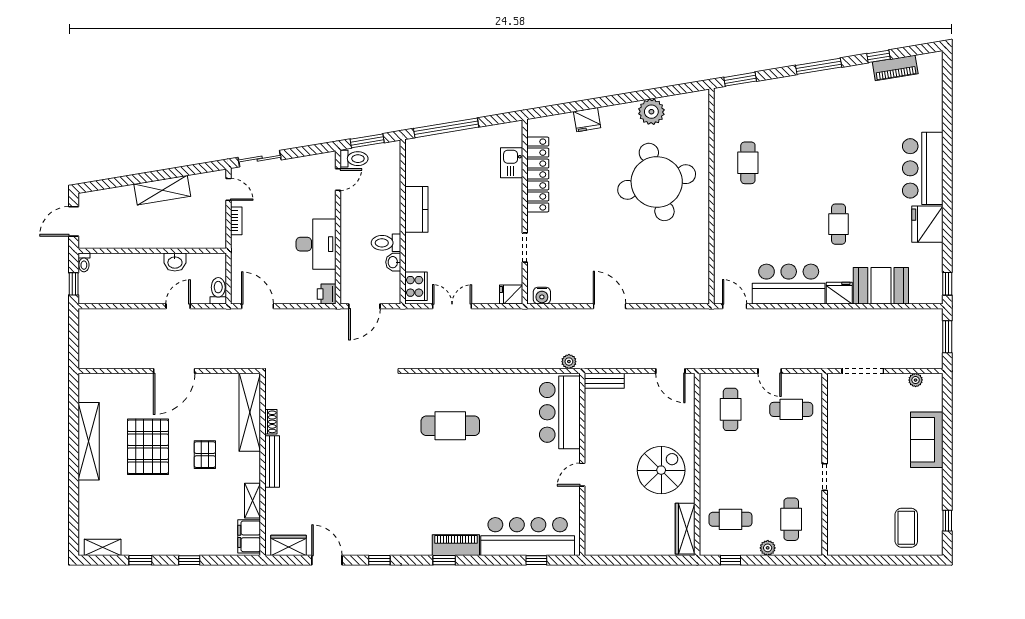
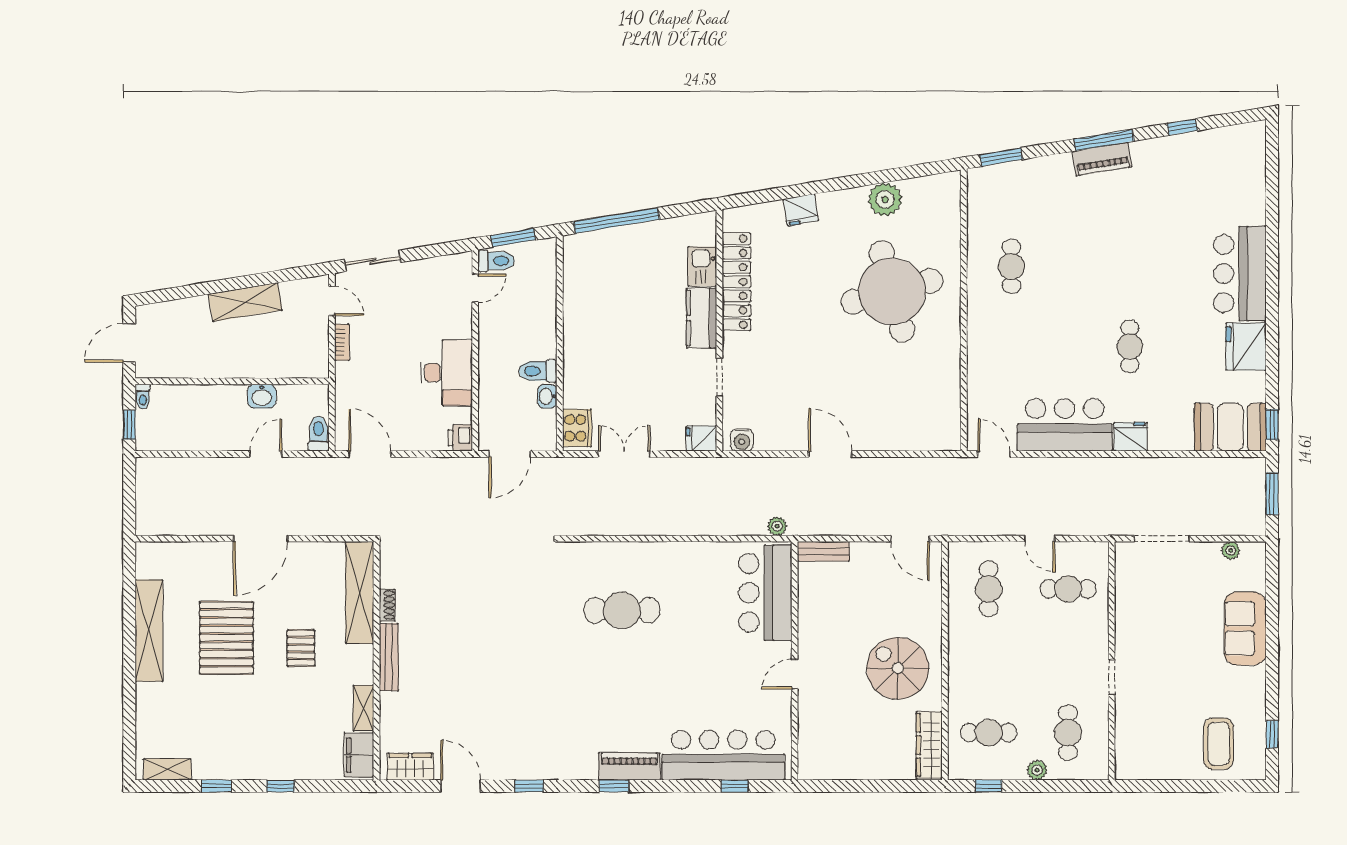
piano: (895, 68) -> (1102, 159), moved
kitchen counter: (416, 209) -> (702, 318), moved, turned 180
booth: (881, 286) -> (1230, 427), moved
spiral stairs: (661, 470) -> (898, 668), turned -90

